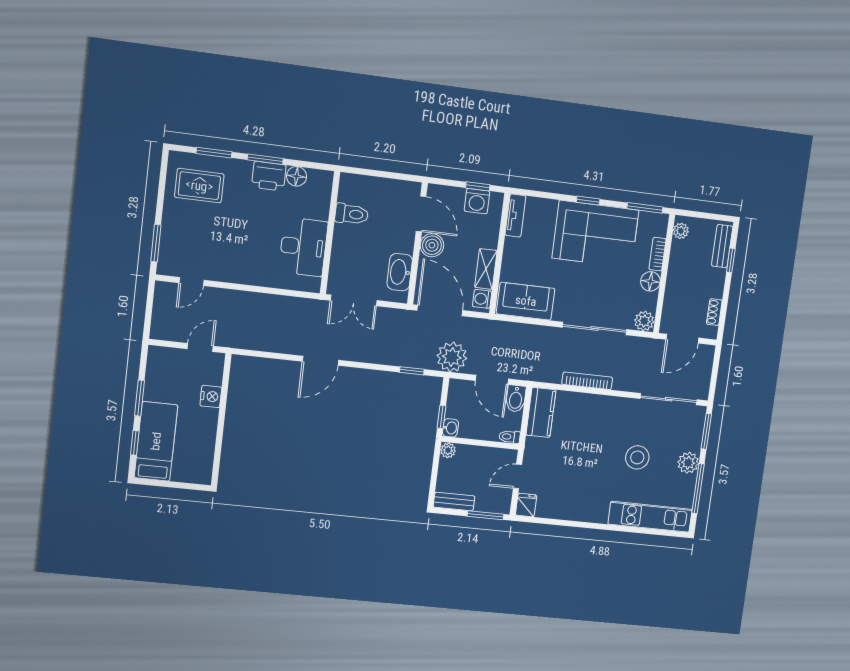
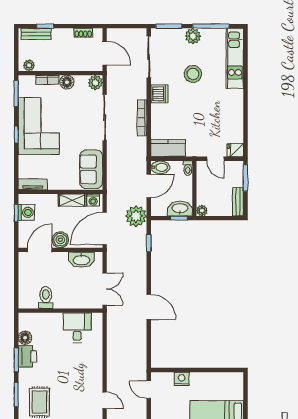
desk: (303, 247) -> (77, 328), width x0.73
dishwasher: (617, 408) -> (159, 94), added
washbasin: (450, 428) -> (180, 209), width x1.91, depth x1.45

